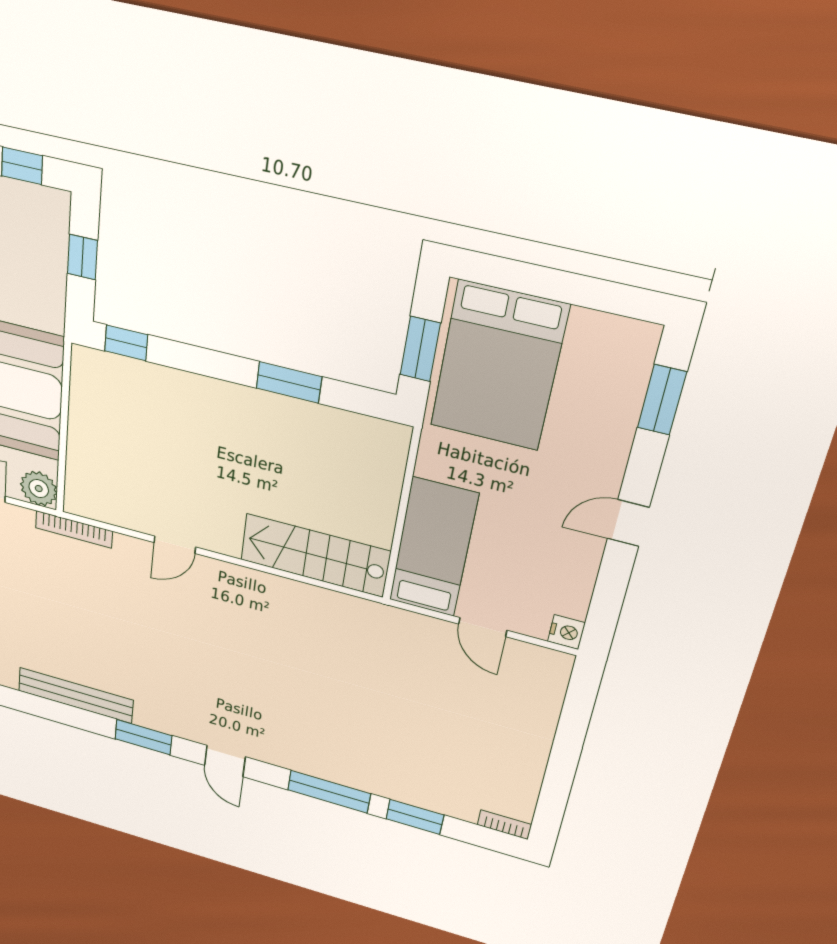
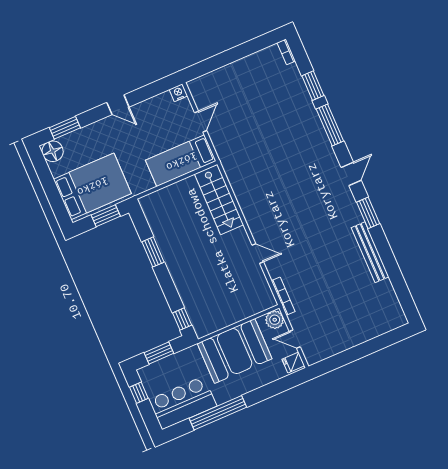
window: (82, 257) -> (159, 353), width x1.50
floor lamp: (631, 343) -> (53, 151), added

